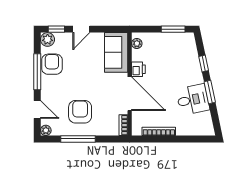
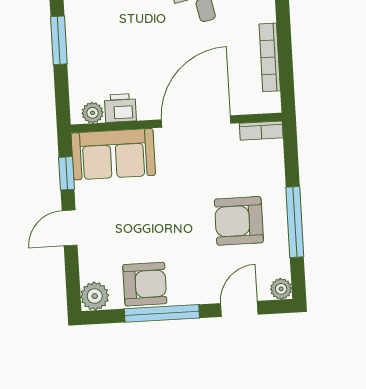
window: (56, 29) -> (66, 173), moved
door: (81, 29) -> (70, 228), swing flipped
armchair: (52, 64) -> (145, 284), turned 180
printer: (138, 69) -> (120, 108), moved

